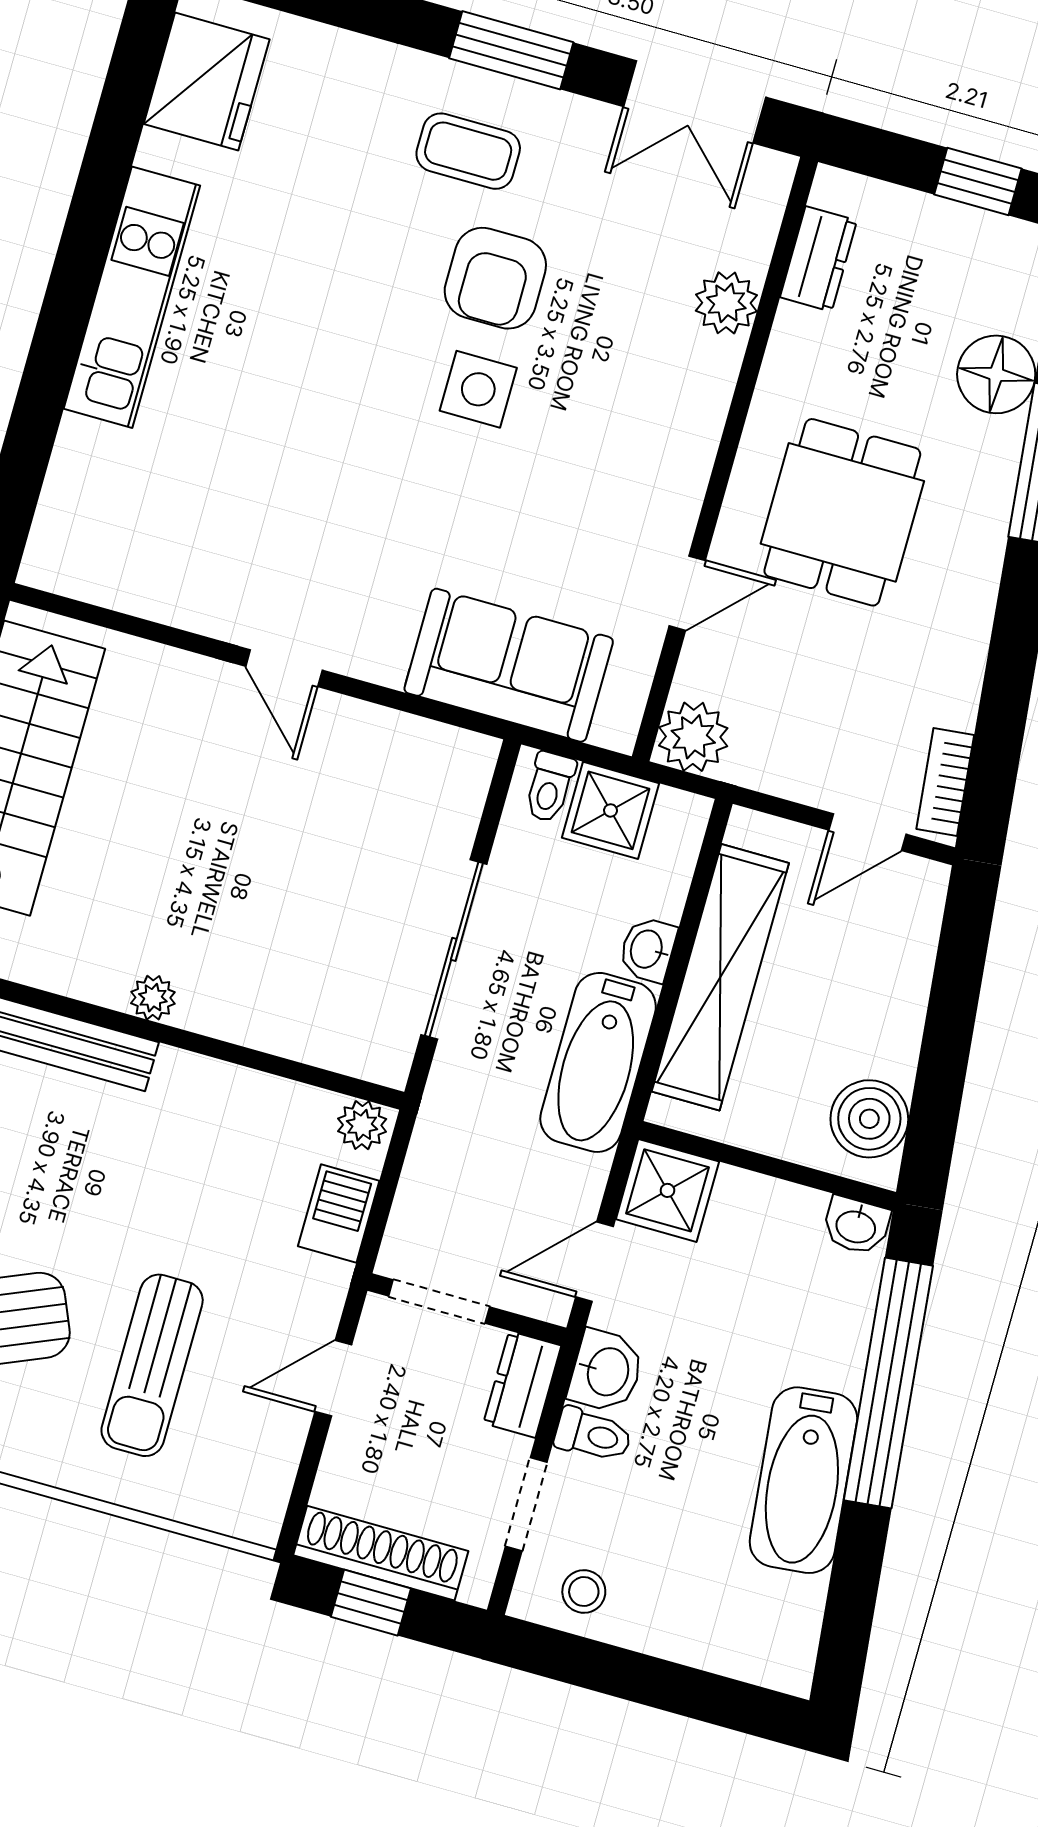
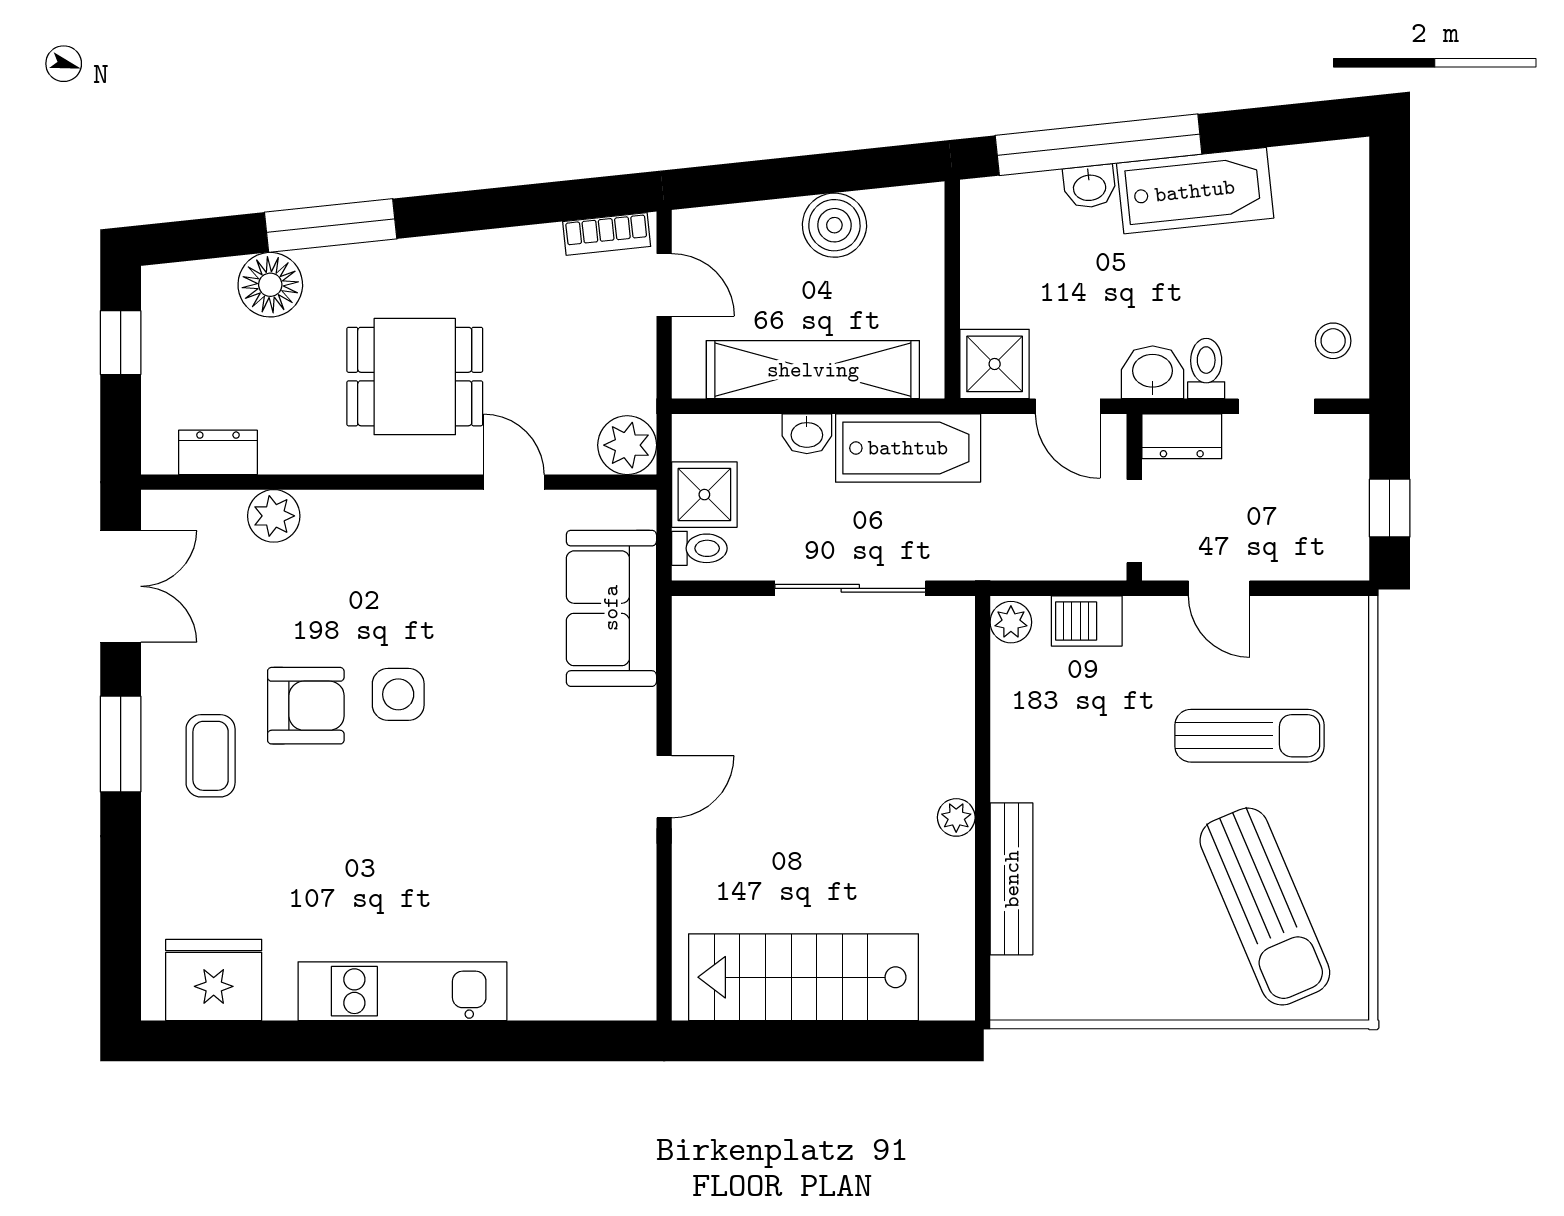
boiler: (869, 1119) -> (834, 225), moved
washbasin: (856, 1226) -> (1089, 187), moved, turned 84
shoe rack: (381, 1553) -> (1348, 511), removed

